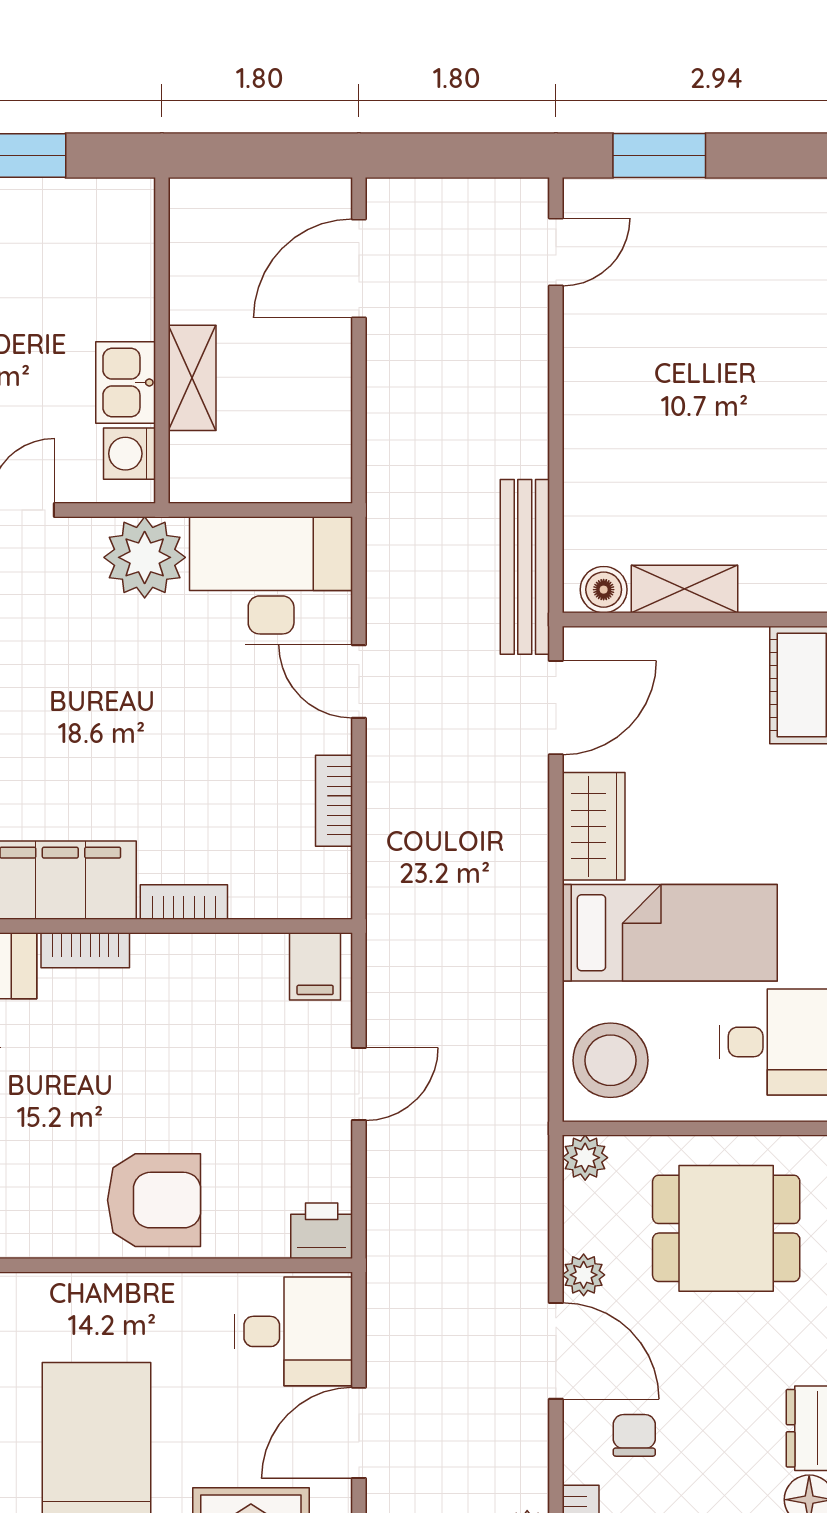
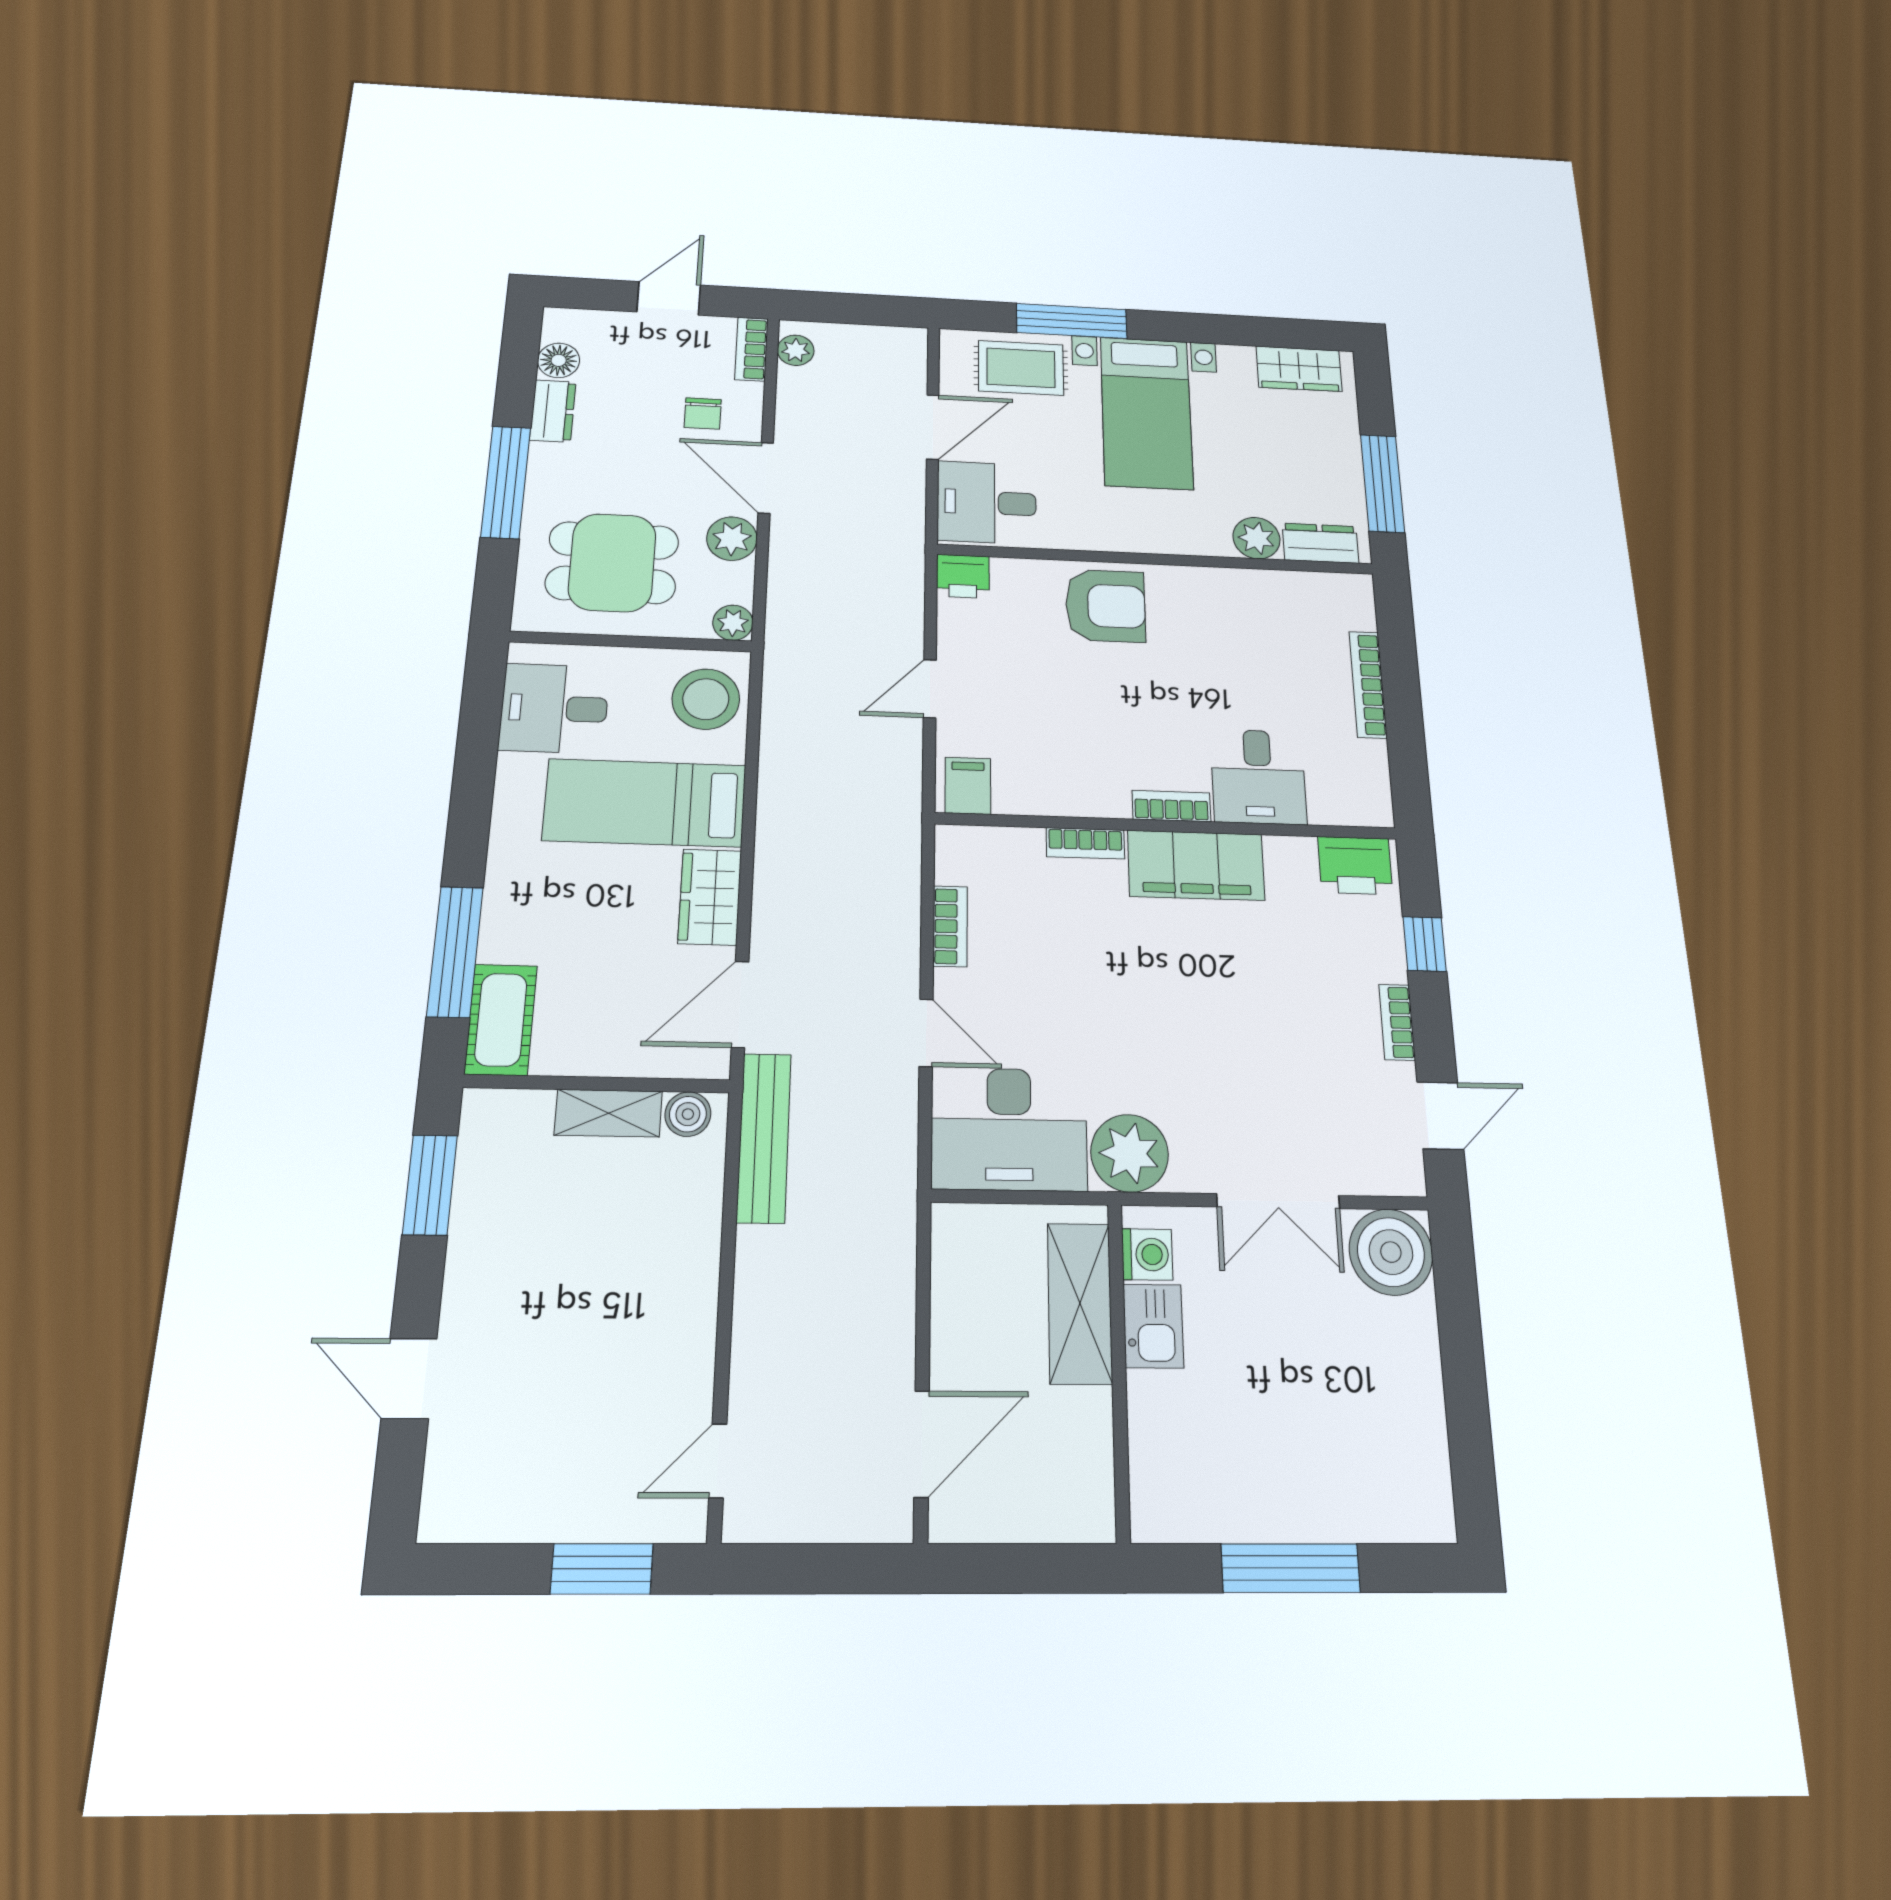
shelving: (192, 378) -> (1080, 1303), width x1.50, depth x1.33
armchair: (154, 1200) -> (1105, 606), turned 180
plant: (584, 1275) -> (732, 539), width x1.38, depth x1.38

